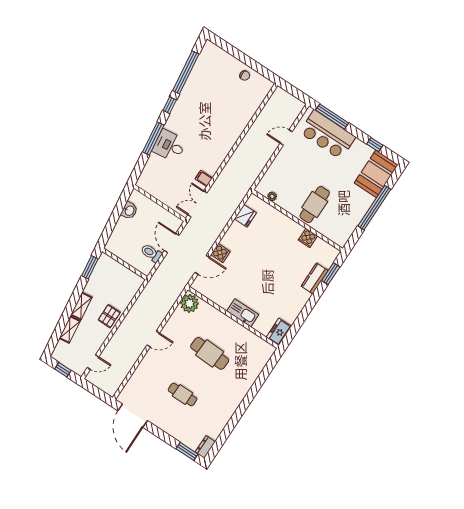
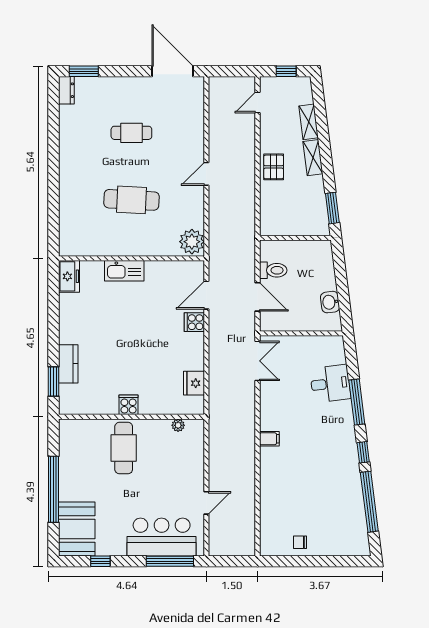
desk: (169, 146) -> (330, 384), moved
filing cabinet: (204, 178) -> (269, 439), moved
cooker: (308, 238) -> (129, 405), moved

